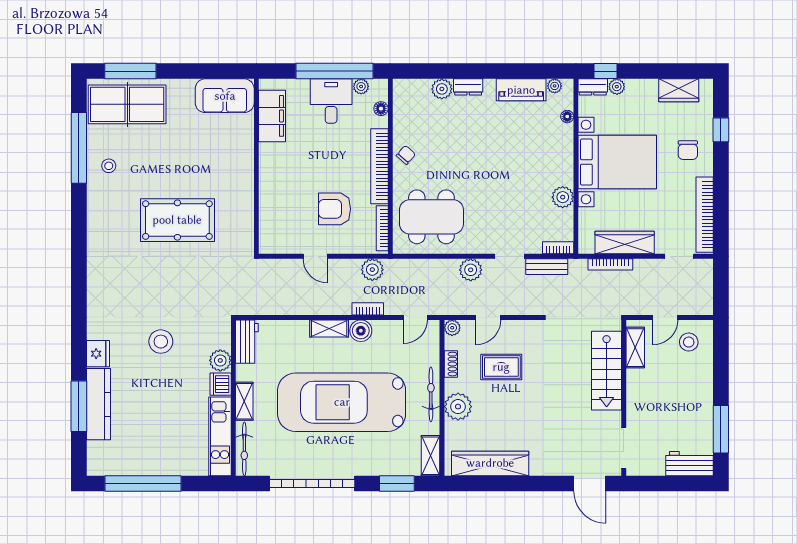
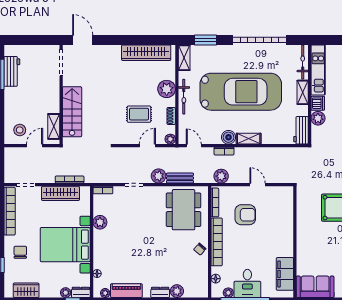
dining table: (431, 217) -> (184, 210), turned 90
bench: (547, 267) -> (180, 178), moved
door: (415, 317) -> (194, 146), hinge flipped
workbench: (690, 464) -> (12, 71), moved, turned -90

